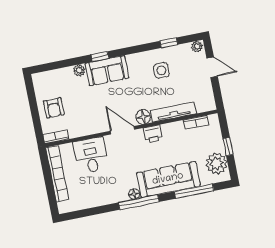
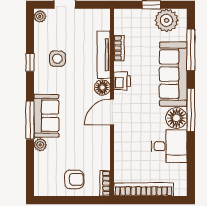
window: (169, 43) -> (30, 62), moved
window: (100, 56) -> (30, 120), width x2.17
bookcase: (196, 122) -> (119, 48), moved
desk: (91, 155) -> (169, 146), moved, turned 180
floor lamp: (134, 194) -> (176, 118), width x1.89, depth x1.89

